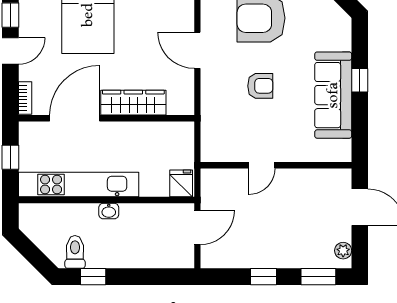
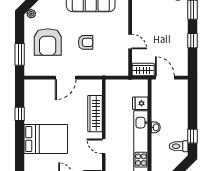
armchair: (260, 86) -> (86, 42), turned 90
door: (75, 118) -> (104, 146), width x0.53
fridge: (181, 183) -> (140, 103), moved
wardrobe: (212, 189) -> (143, 70), added

